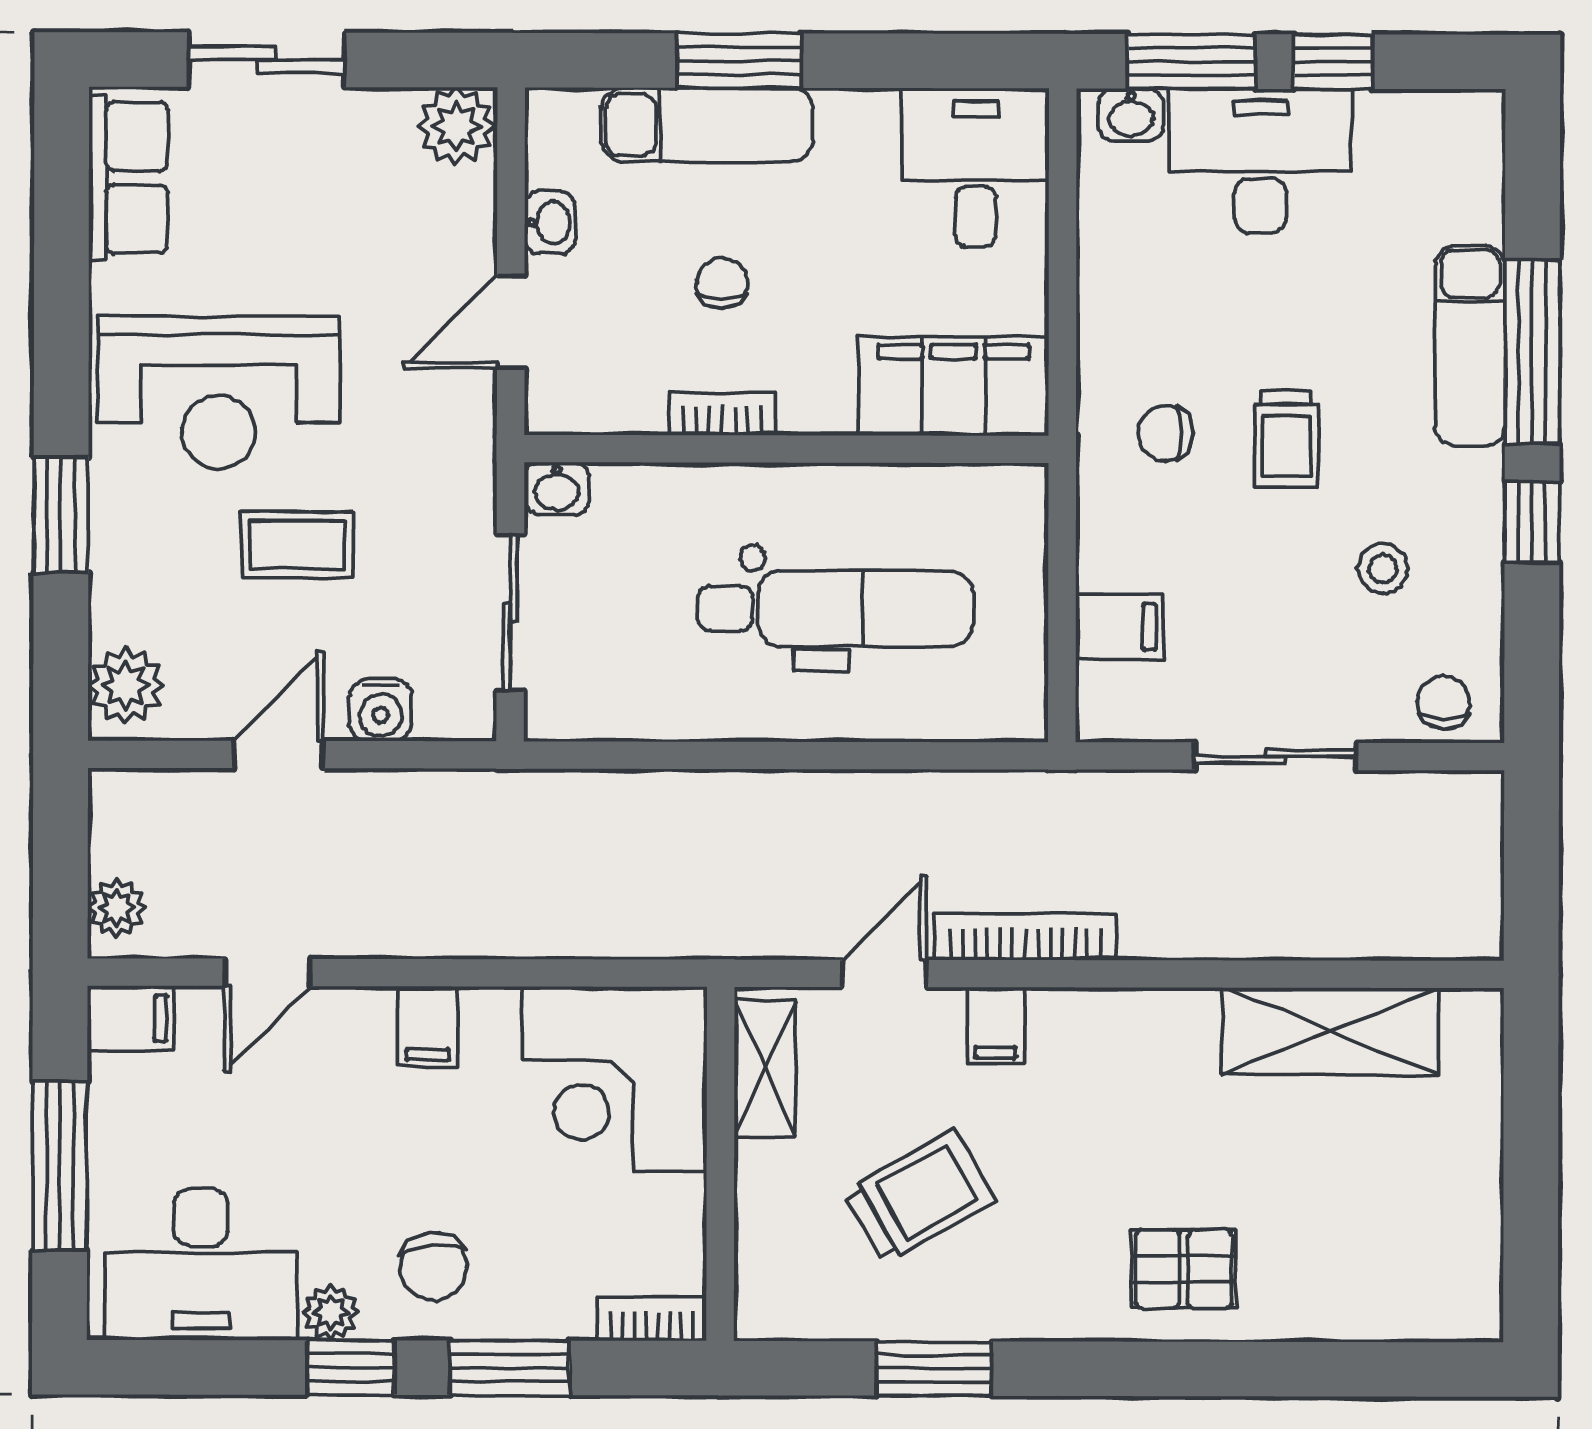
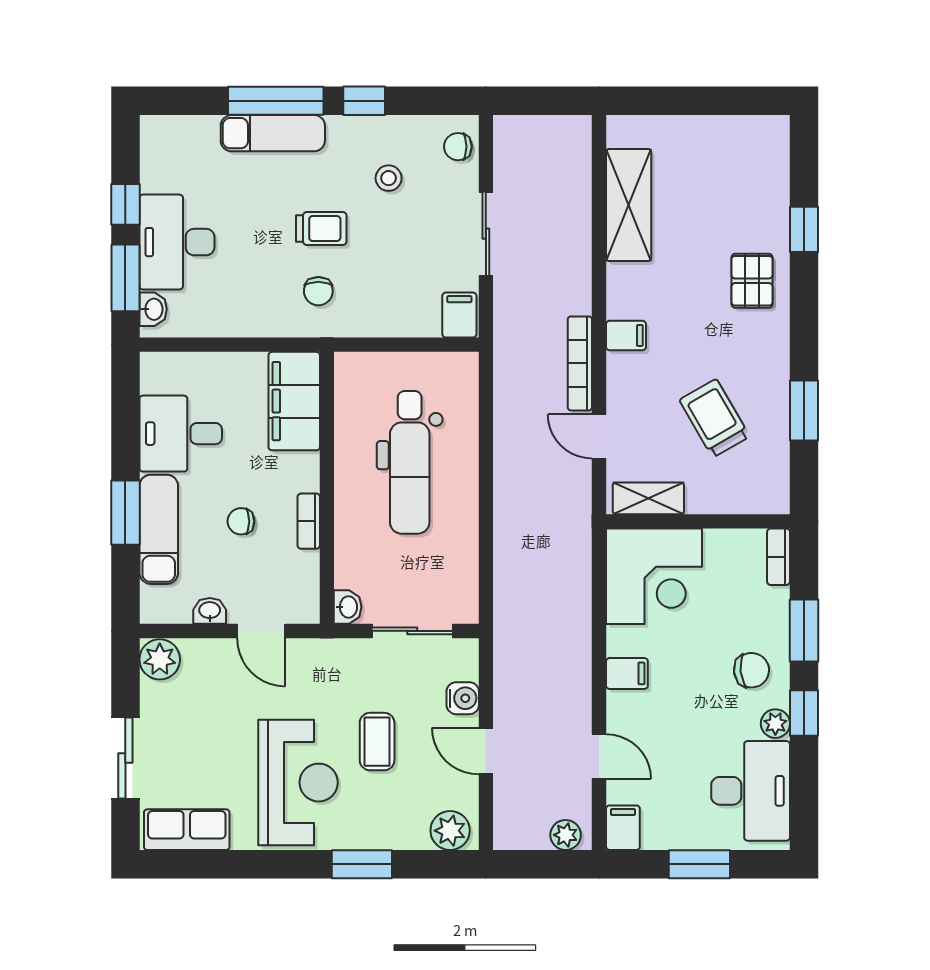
desk: (976, 167) -> (181, 434), moved
dental chair: (835, 609) -> (410, 462), turned 180
filing cabinet: (1119, 627) -> (459, 315), moved
filing cabinet: (996, 1026) -> (626, 335), moved
window: (60, 1166) -> (699, 864), width x0.69
window: (1283, 1369) -> (804, 229), added

